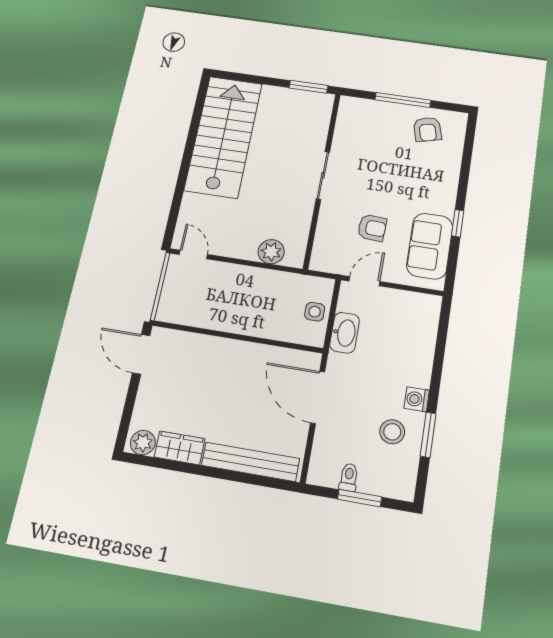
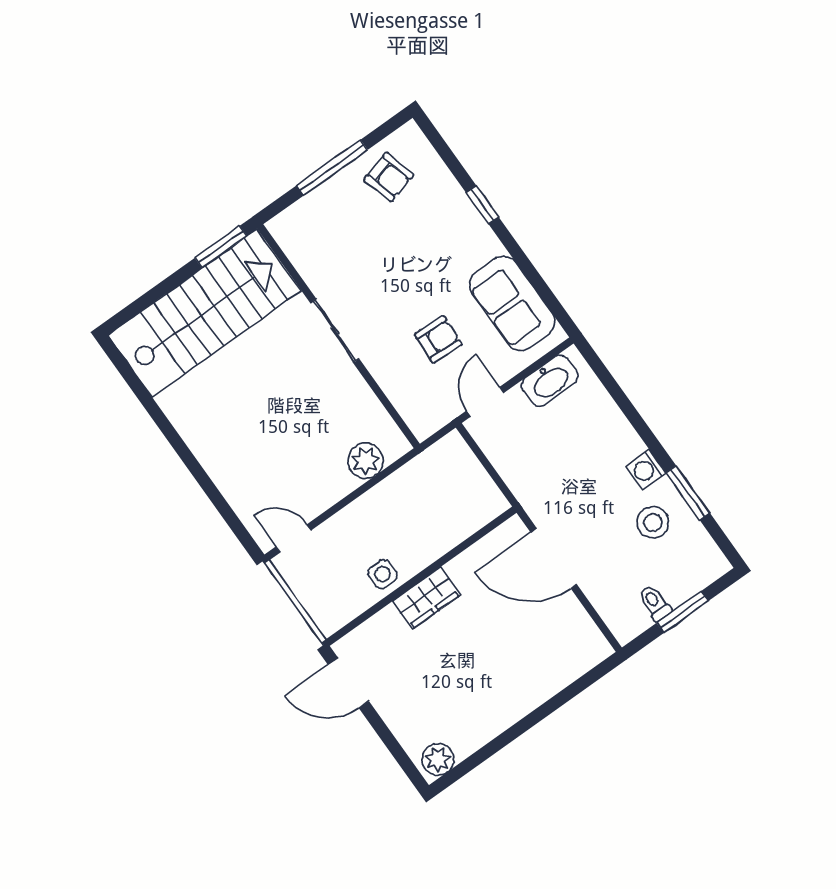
stairs: (223, 136) -> (204, 313), moved, turned 90
window: (458, 223) -> (482, 205), moved
side table: (315, 312) -> (383, 574), moved
washbasin: (345, 333) -> (550, 381), moved, turned 90
wardrobe: (179, 448) -> (427, 598), moved, turned 180
bench: (250, 462) -> (553, 678), removed

